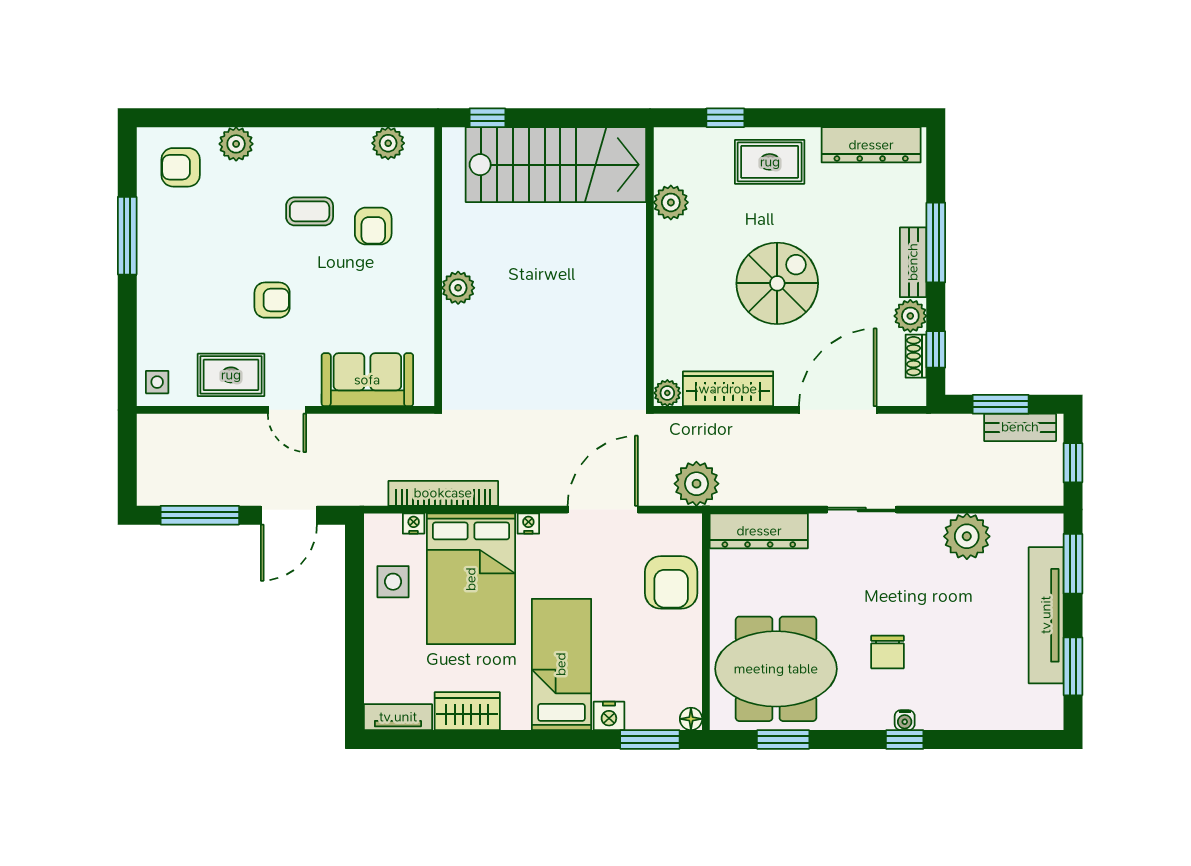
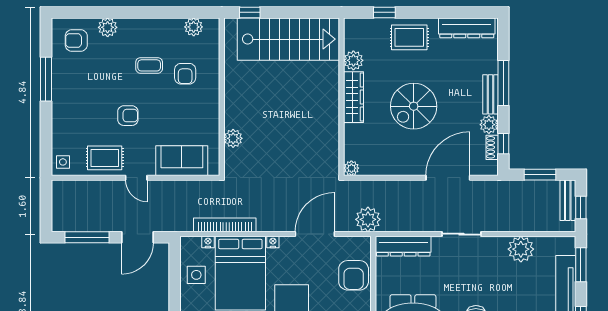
spiral stairs: (777, 283) -> (414, 106), turned 180
plant: (458, 288) -> (233, 138), moved
wardrobe: (728, 389) -> (354, 97), moved, turned 90
bench: (1020, 427) -> (568, 200), moved, turned 90

